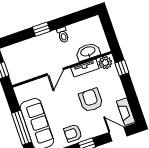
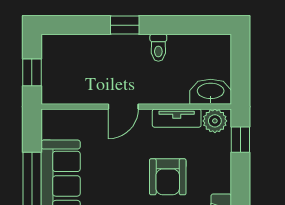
washbasin: (88, 52) -> (211, 92), moved
armchair: (91, 100) -> (168, 177), turned 180

